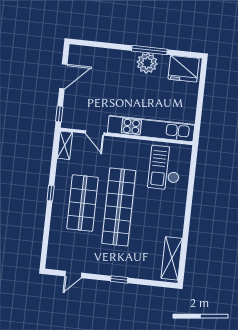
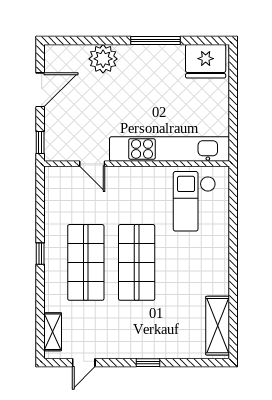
plant: (147, 63) -> (103, 59), moved
shelving: (65, 145) -> (53, 332), moved
shop shelf: (119, 207) -> (137, 262), width x0.71

